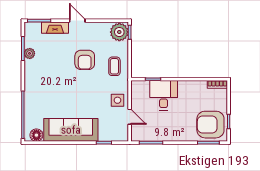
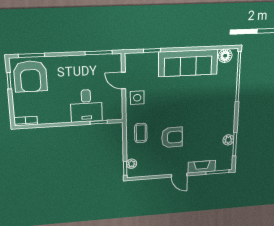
plant: (119, 32) -> (131, 164), width x0.53, depth x0.53
armchair: (85, 60) -> (172, 137), turned 89
armchair: (210, 125) -> (30, 76), turned 90

